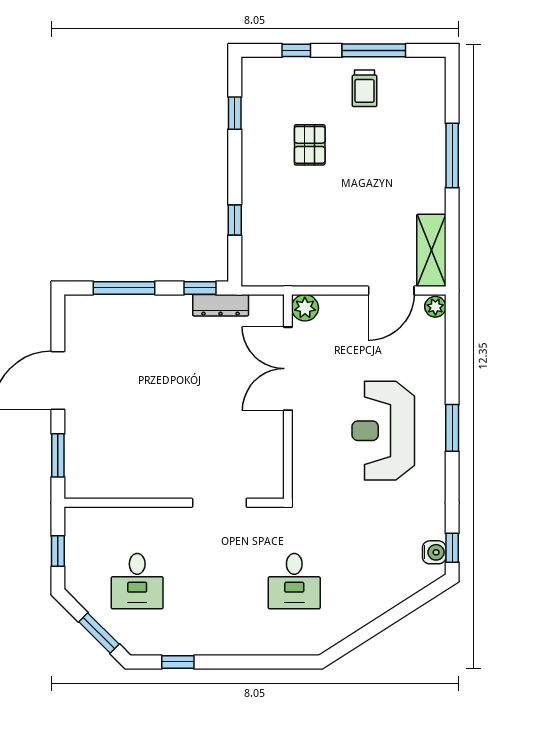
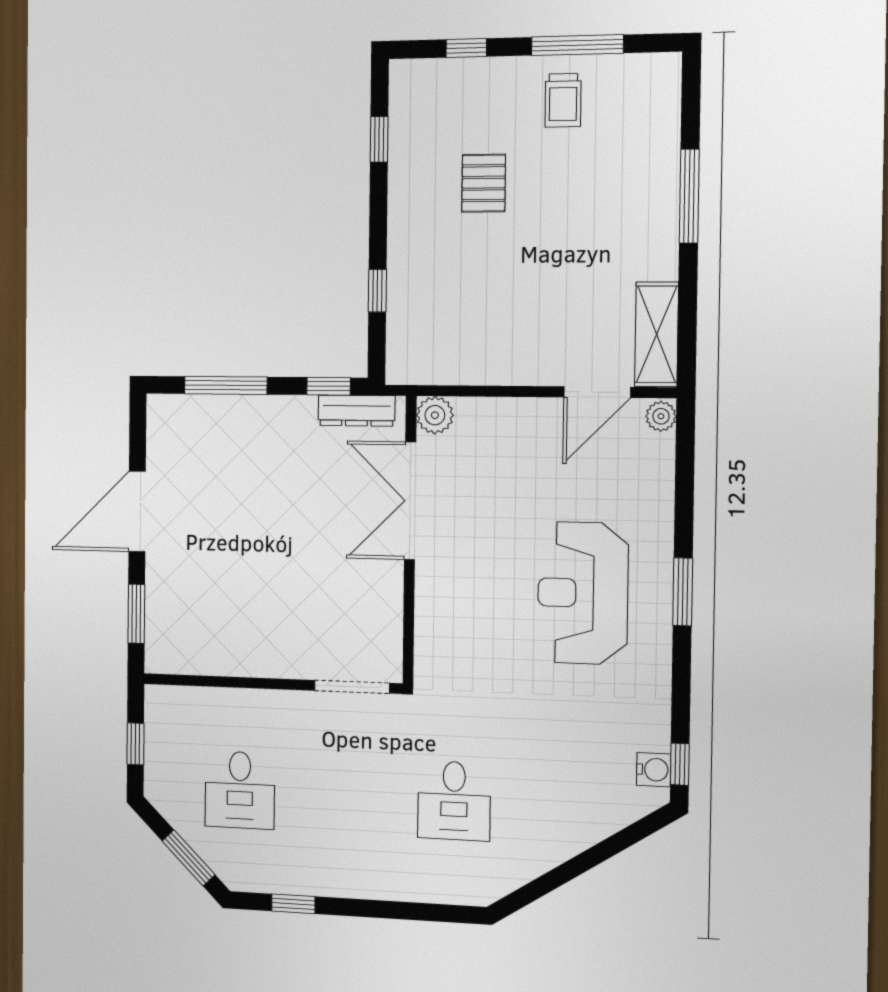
plant: (305, 308) -> (435, 415), moved
double door: (288, 369) -> (410, 501), moved
wall: (288, 397) -> (410, 540), moved

